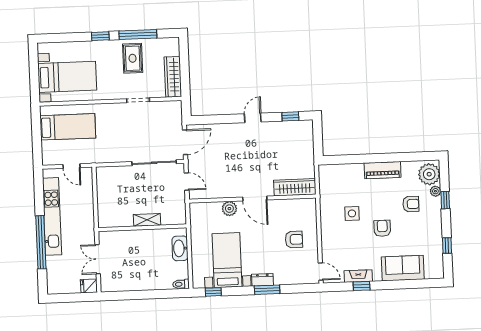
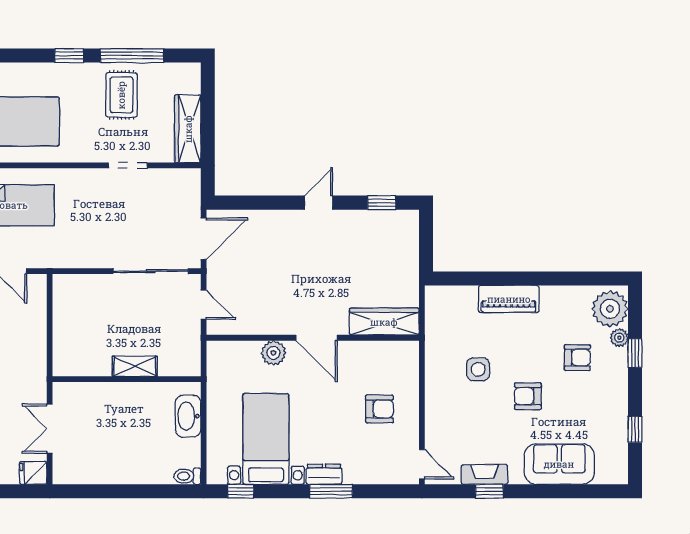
piano: (383, 170) -> (509, 299), moved
armchair: (382, 228) -> (528, 396), turned -90

